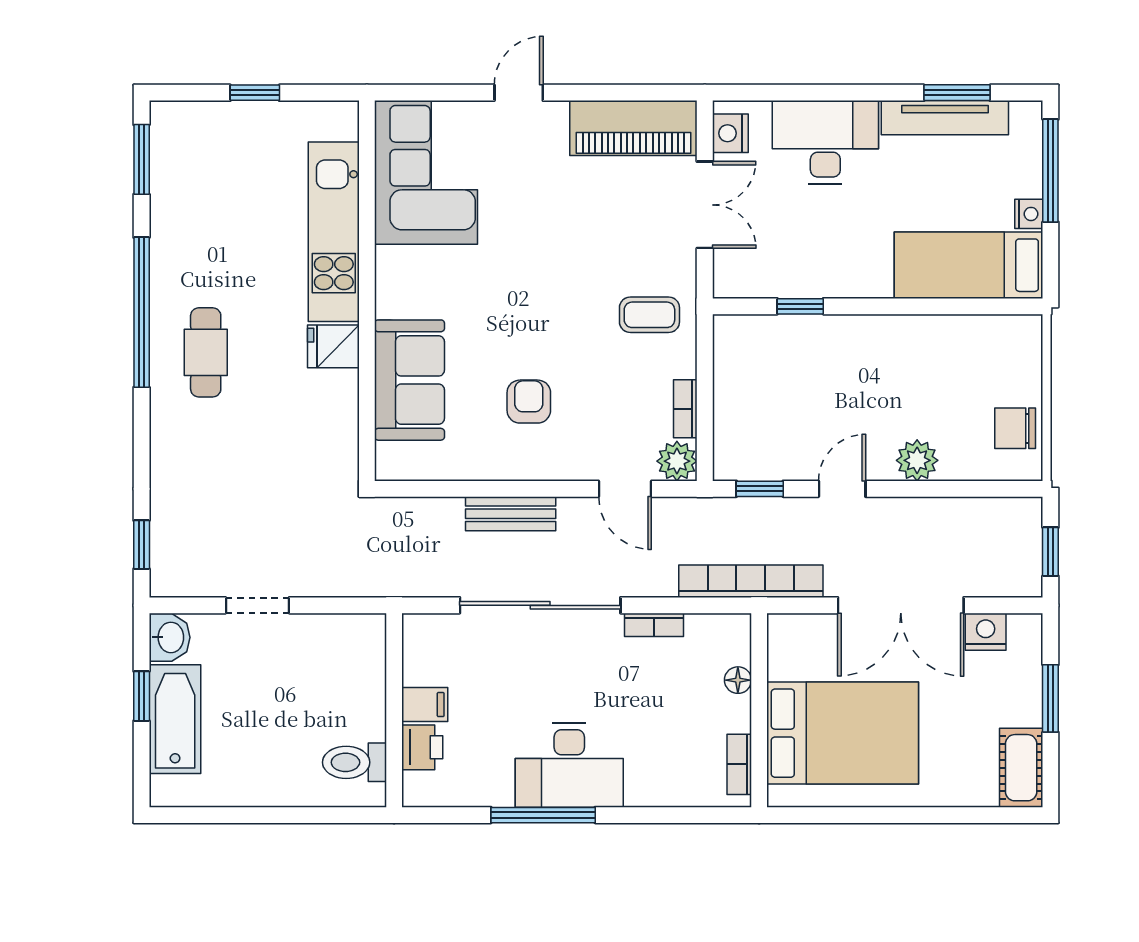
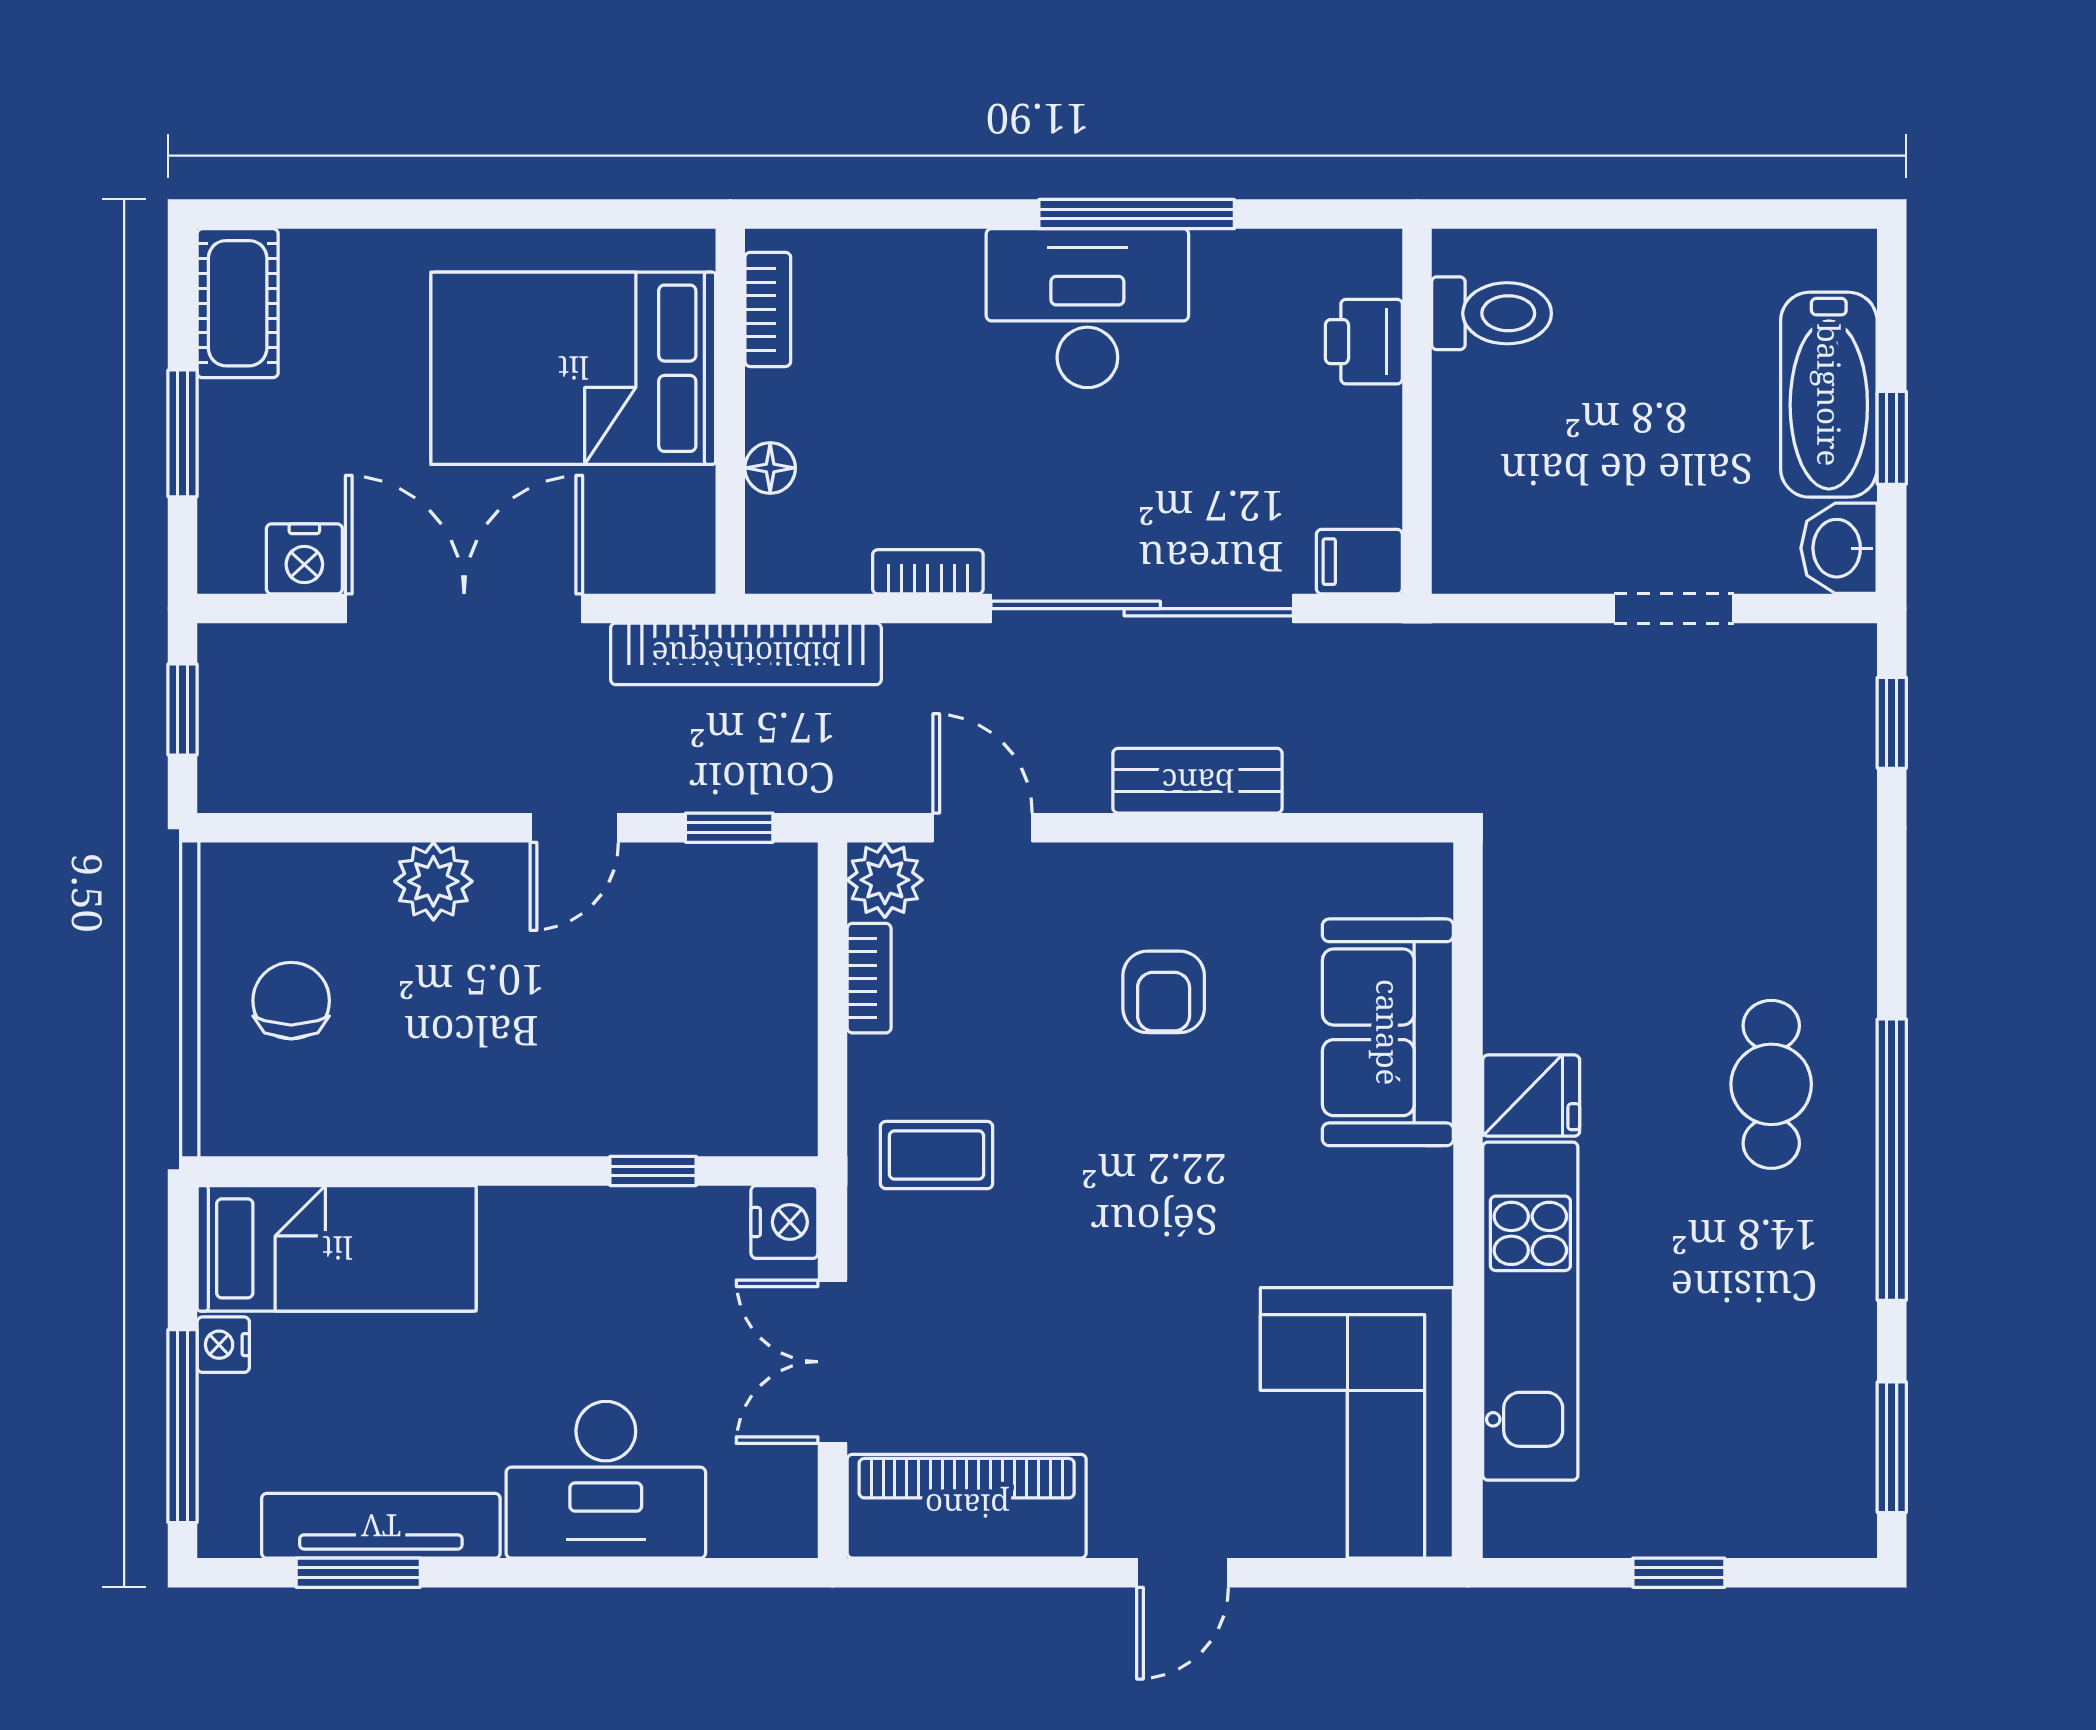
nightstand: (730, 133) -> (784, 1222), moved
chair: (1015, 428) -> (291, 1001), moved, turned -90
filing cabinet: (425, 705) -> (1359, 562), moved

